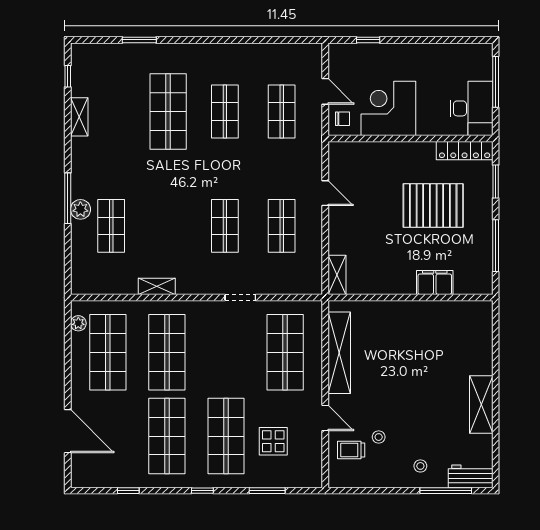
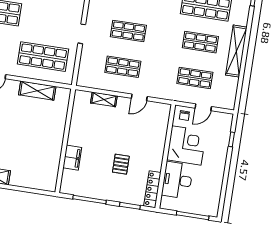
shelving: (230, 54) -> (236, 51), added
desk: (471, 108) -> (177, 180), moved, turned 90
pallet: (433, 206) -> (121, 164), width x0.49, depth x0.50
shelving: (337, 275) -> (104, 99), moved
shelving: (339, 353) -> (37, 91), width x0.68

